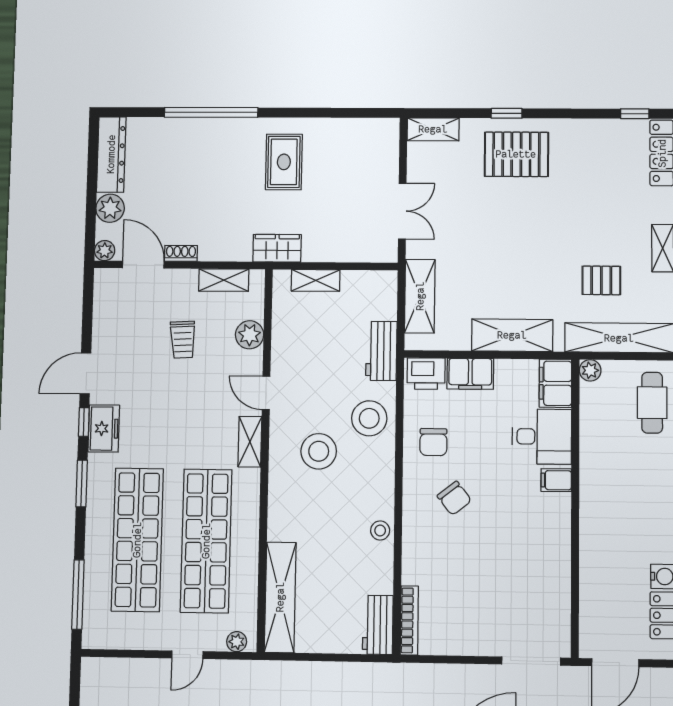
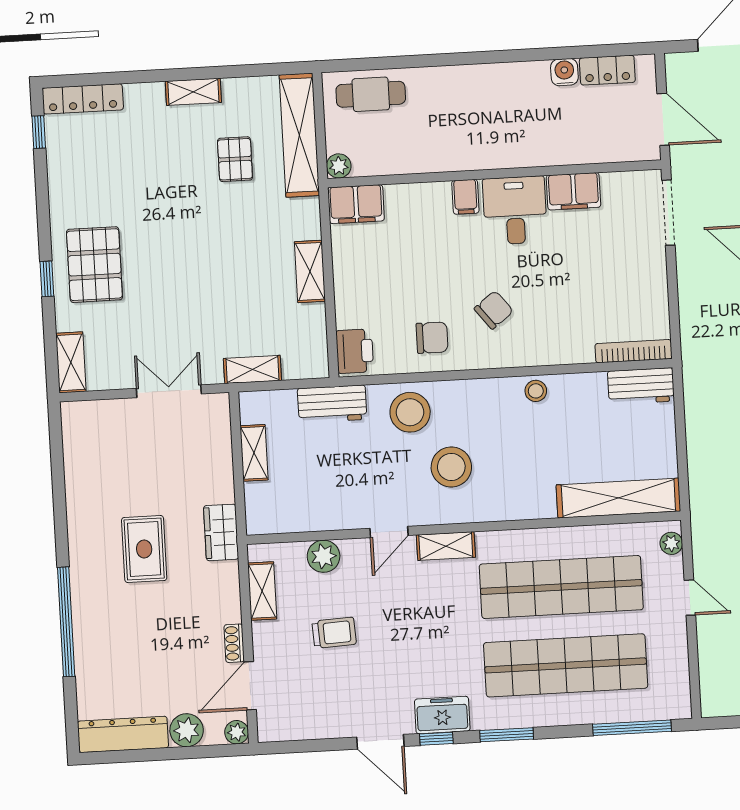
rug: (284, 162) -> (144, 549), moved, turned 90
shelving: (316, 280) -> (254, 453), moved
shelving: (420, 296) -> (252, 369), width x0.67, depth x0.75
shelving: (512, 335) -> (310, 271), width x0.67, depth x0.75
filing cabinet: (470, 374) -> (573, 191), moved, turned 90
desk: (542, 437) -> (515, 210), moved

